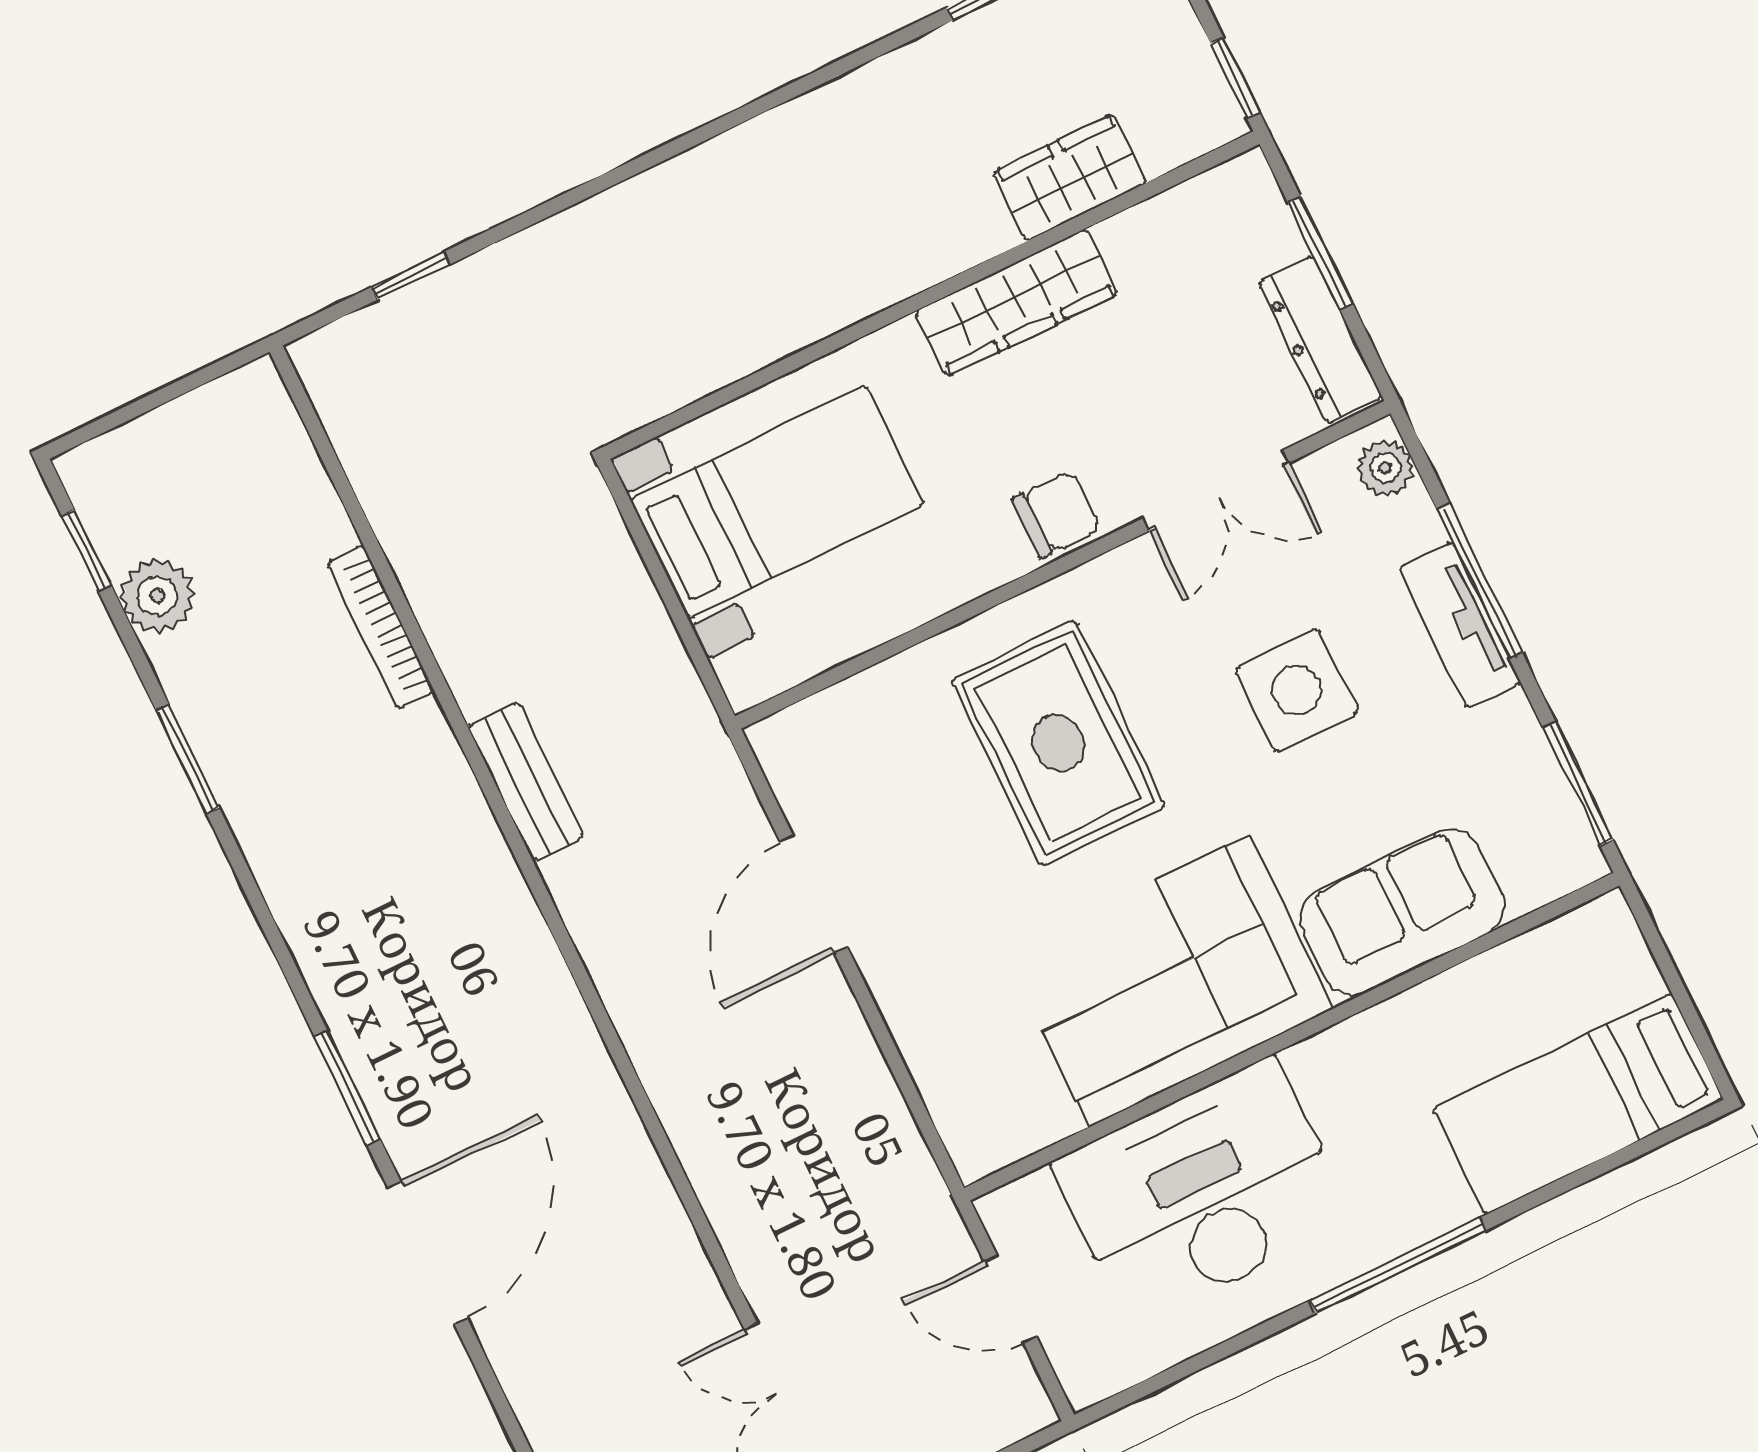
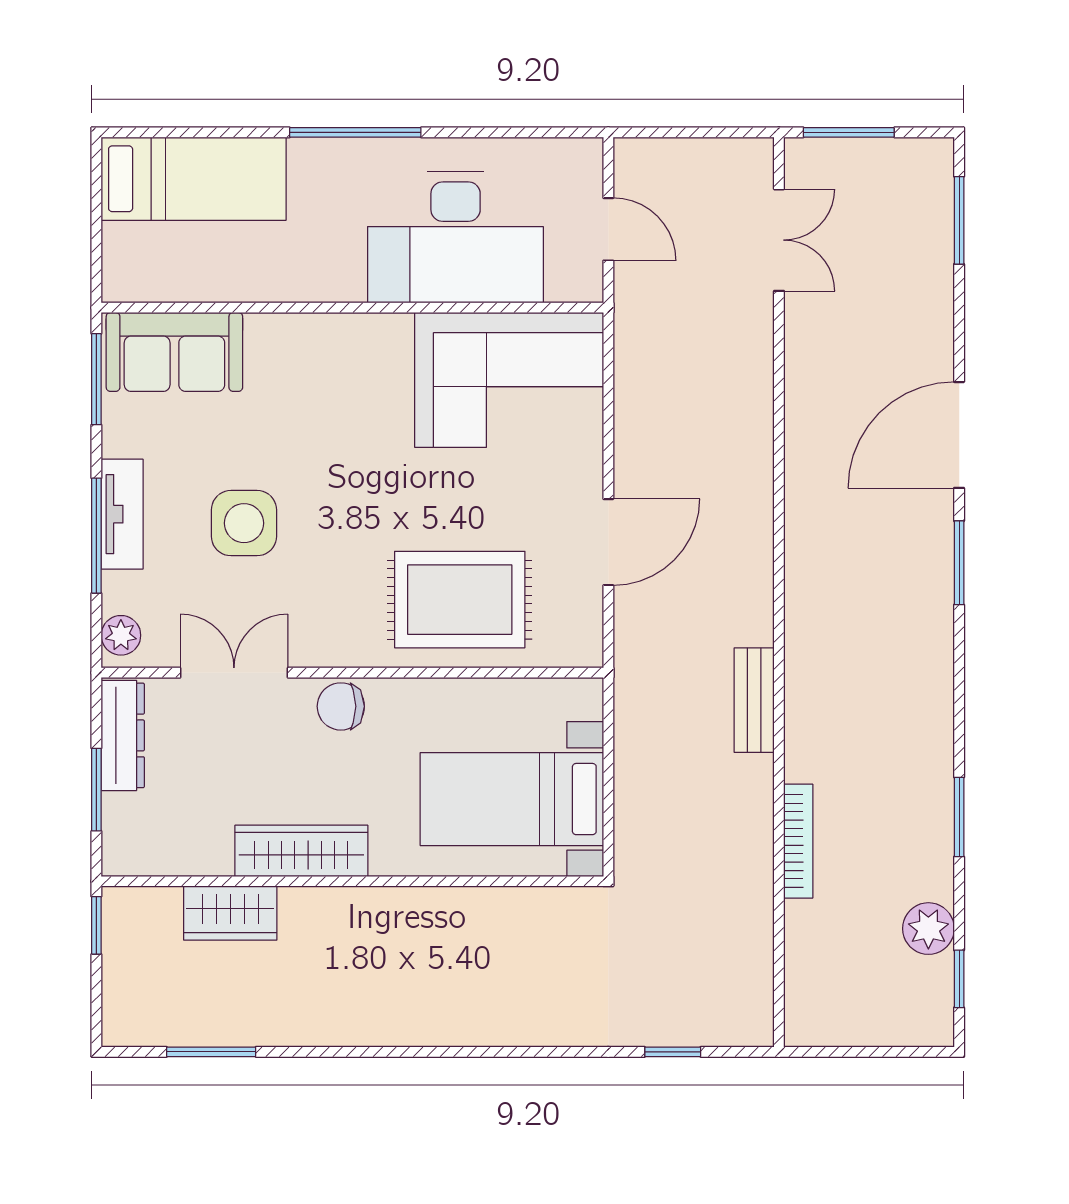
rug: (1058, 743) -> (460, 600), moved, turned 90
sofa: (1402, 913) -> (174, 352), moved
corner sofa: (1169, 981) -> (509, 380), moved

